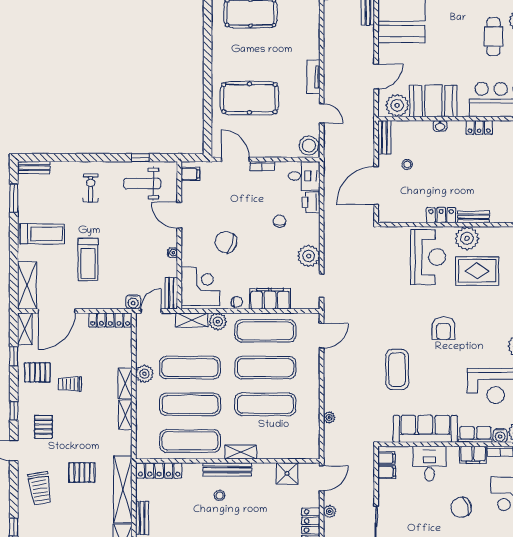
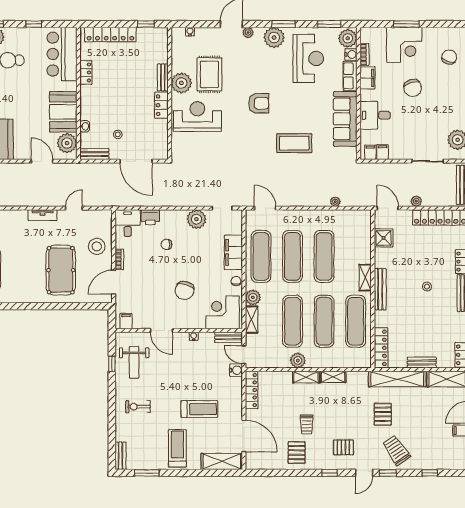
washbasin: (440, 126) -> (85, 126), moved
stool: (309, 146) -> (97, 246), moved
door: (179, 215) -> (161, 331), hinge flipped
shelving: (25, 329) -> (259, 463), removed
window: (14, 356) -> (388, 473), moved
trolley: (40, 488) -> (396, 450), turned -115
stool: (220, 495) -> (427, 287), moved

